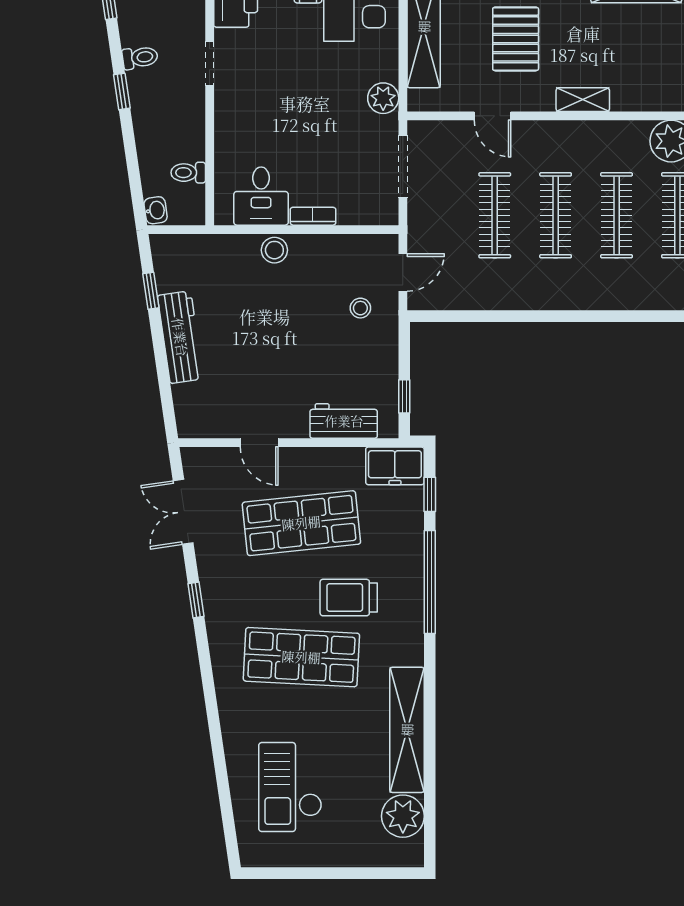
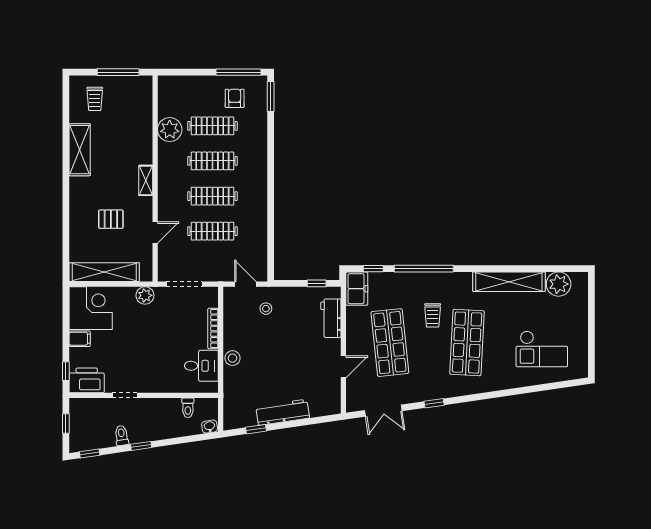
pallet: (516, 39) -> (111, 219), width x0.67, depth x0.71
bookcase: (313, 216) -> (213, 329), width x1.56
trolley: (349, 598) -> (433, 315), width x0.73, depth x0.72

